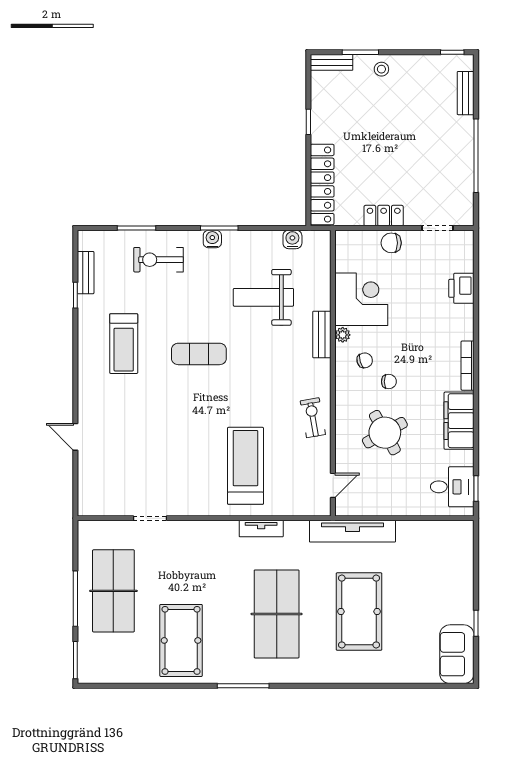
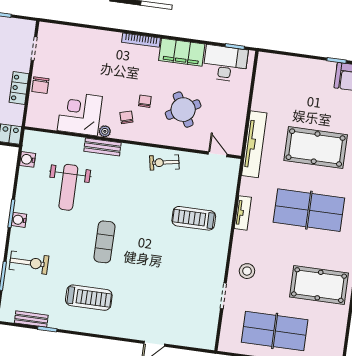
exercise bike: (159, 260) -> (29, 263), turned -90
printer: (461, 288) -> (82, 37), removed
treadmill: (245, 466) -> (194, 218), width x0.73, depth x0.73
desk: (452, 487) -> (225, 63), width x1.37
stool: (186, 544) -> (247, 271), added

